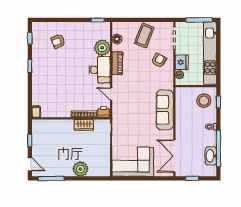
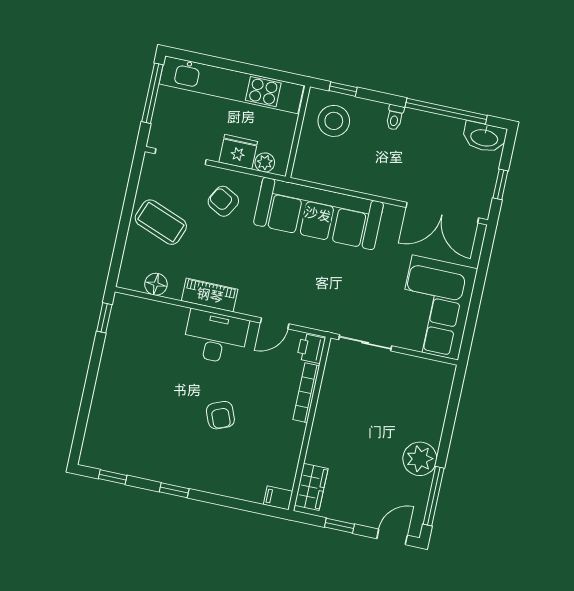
armchair: (58, 41) -> (220, 415), moved
plant: (102, 48) -> (168, 321), removed
sofa: (165, 110) -> (318, 214), width x1.36, depth x1.27
wardrobe: (84, 125) -> (311, 487), moved
washbasin: (211, 156) -> (484, 137), moved
plant: (80, 169) -> (420, 459), moved

